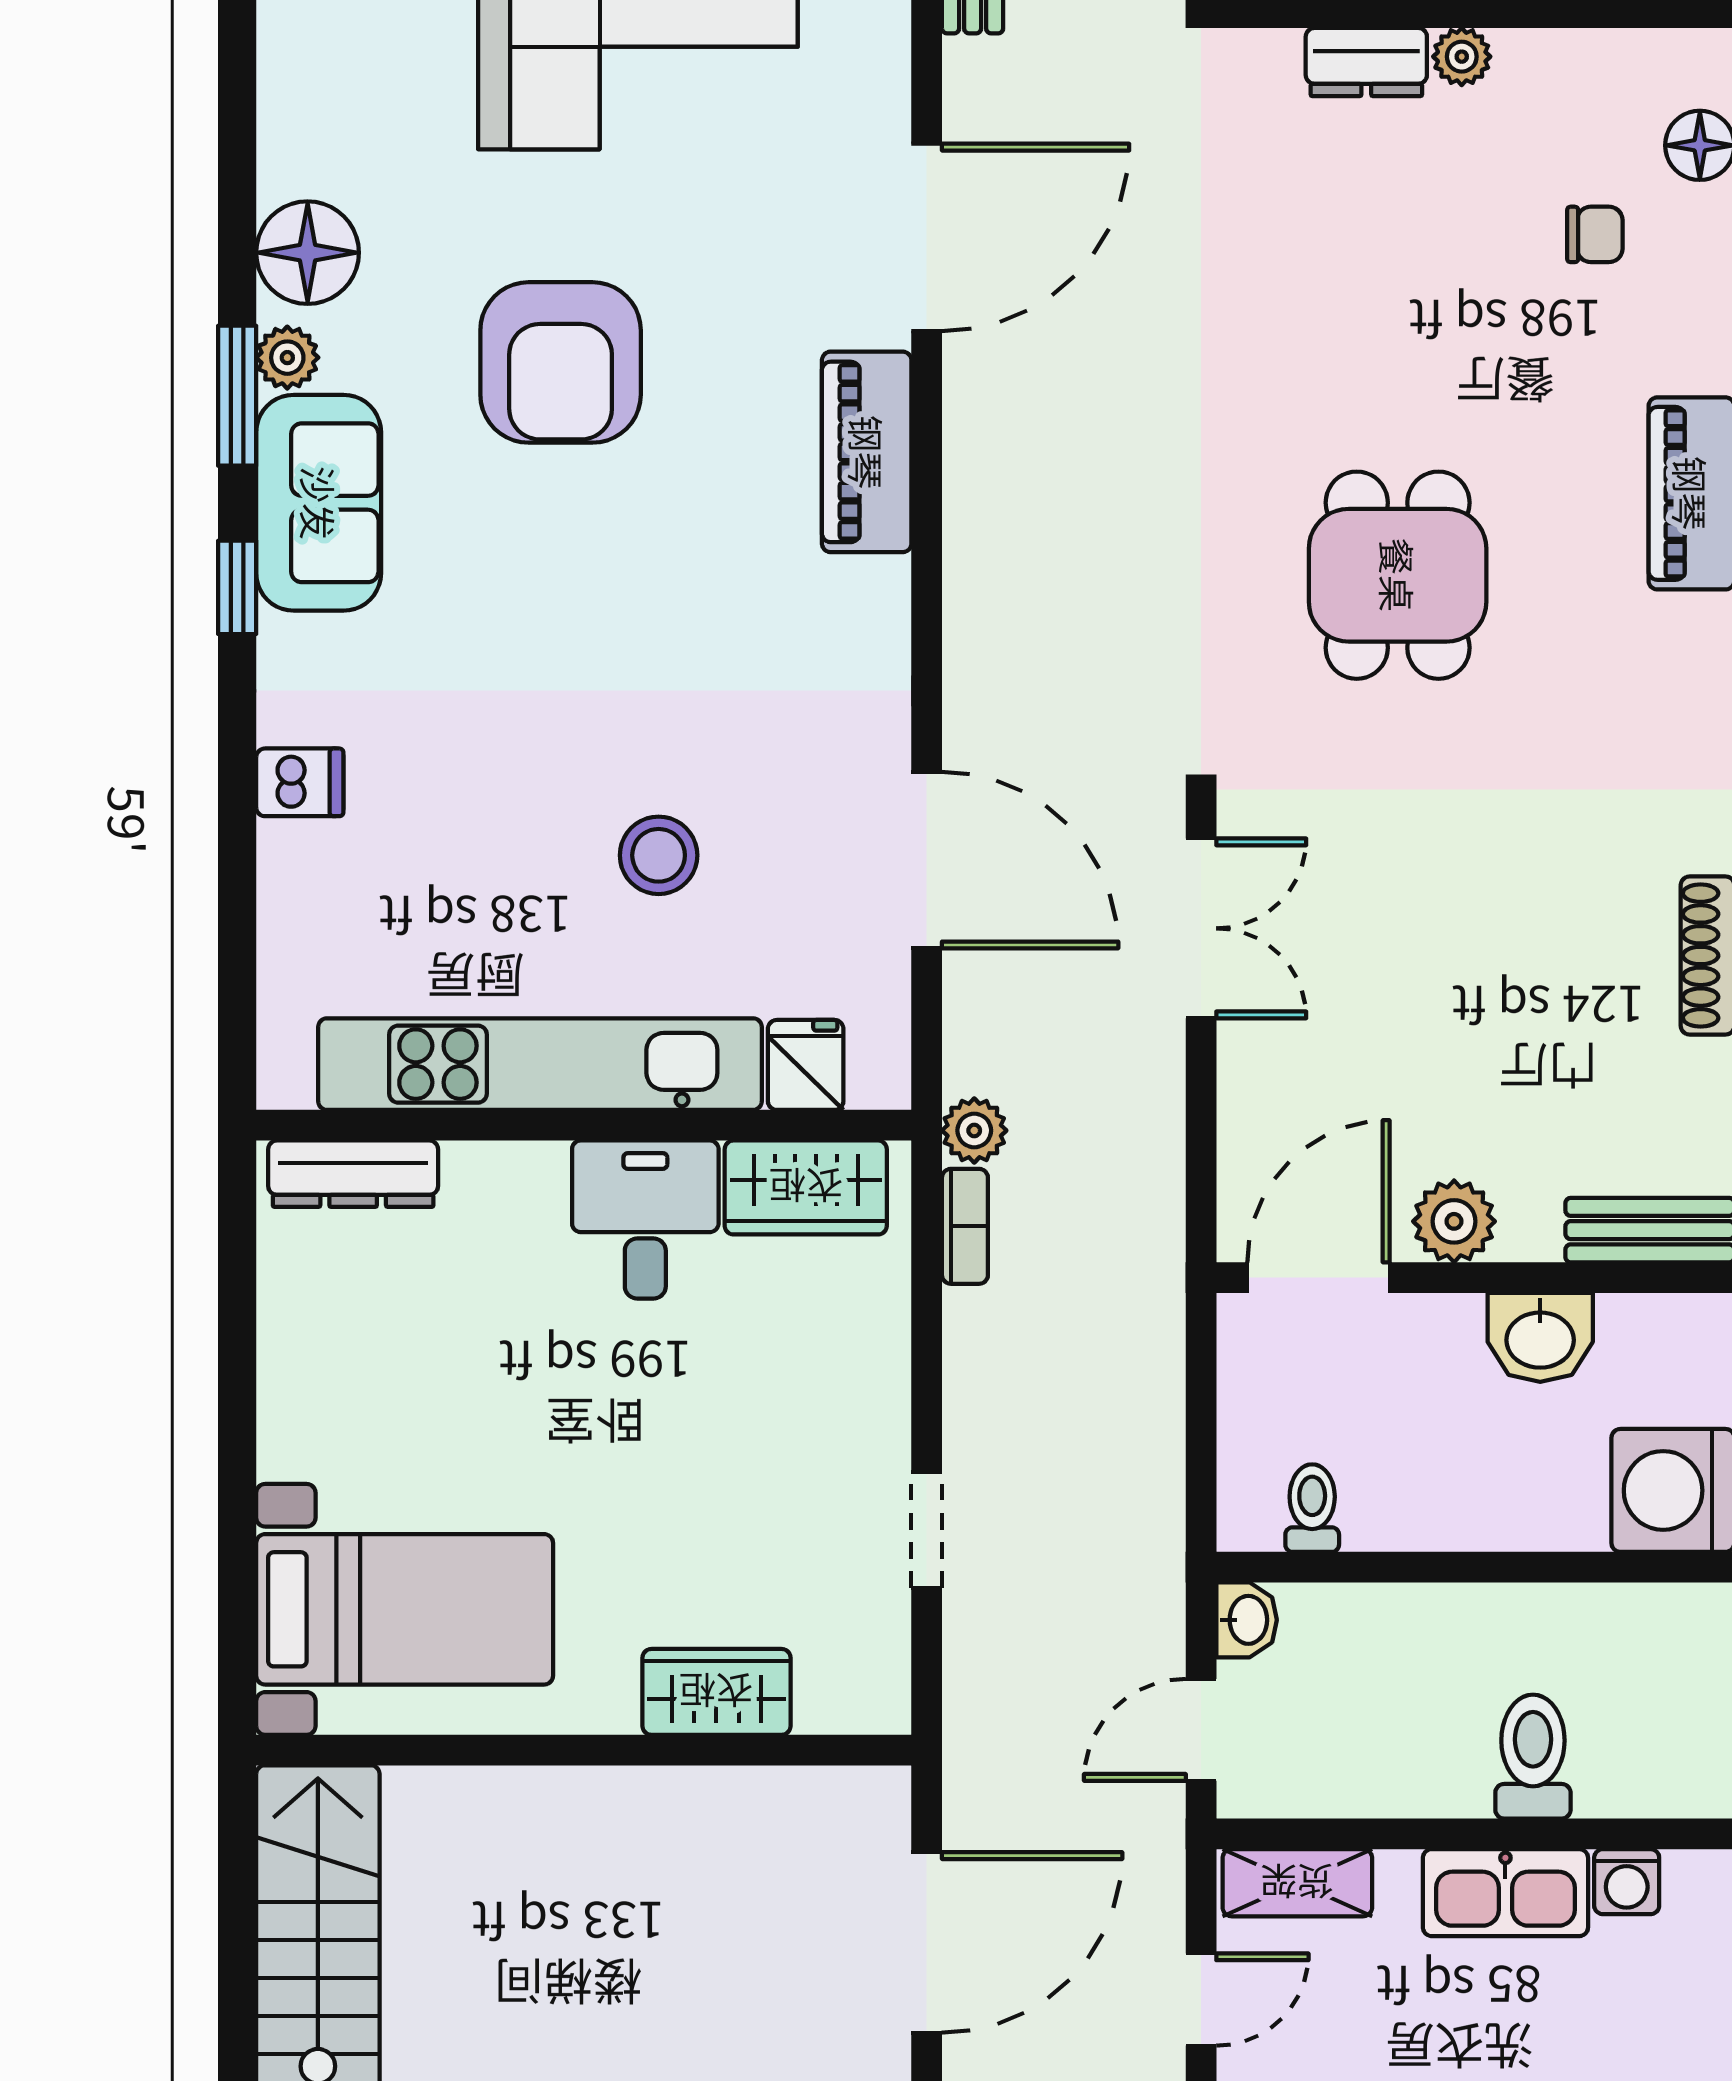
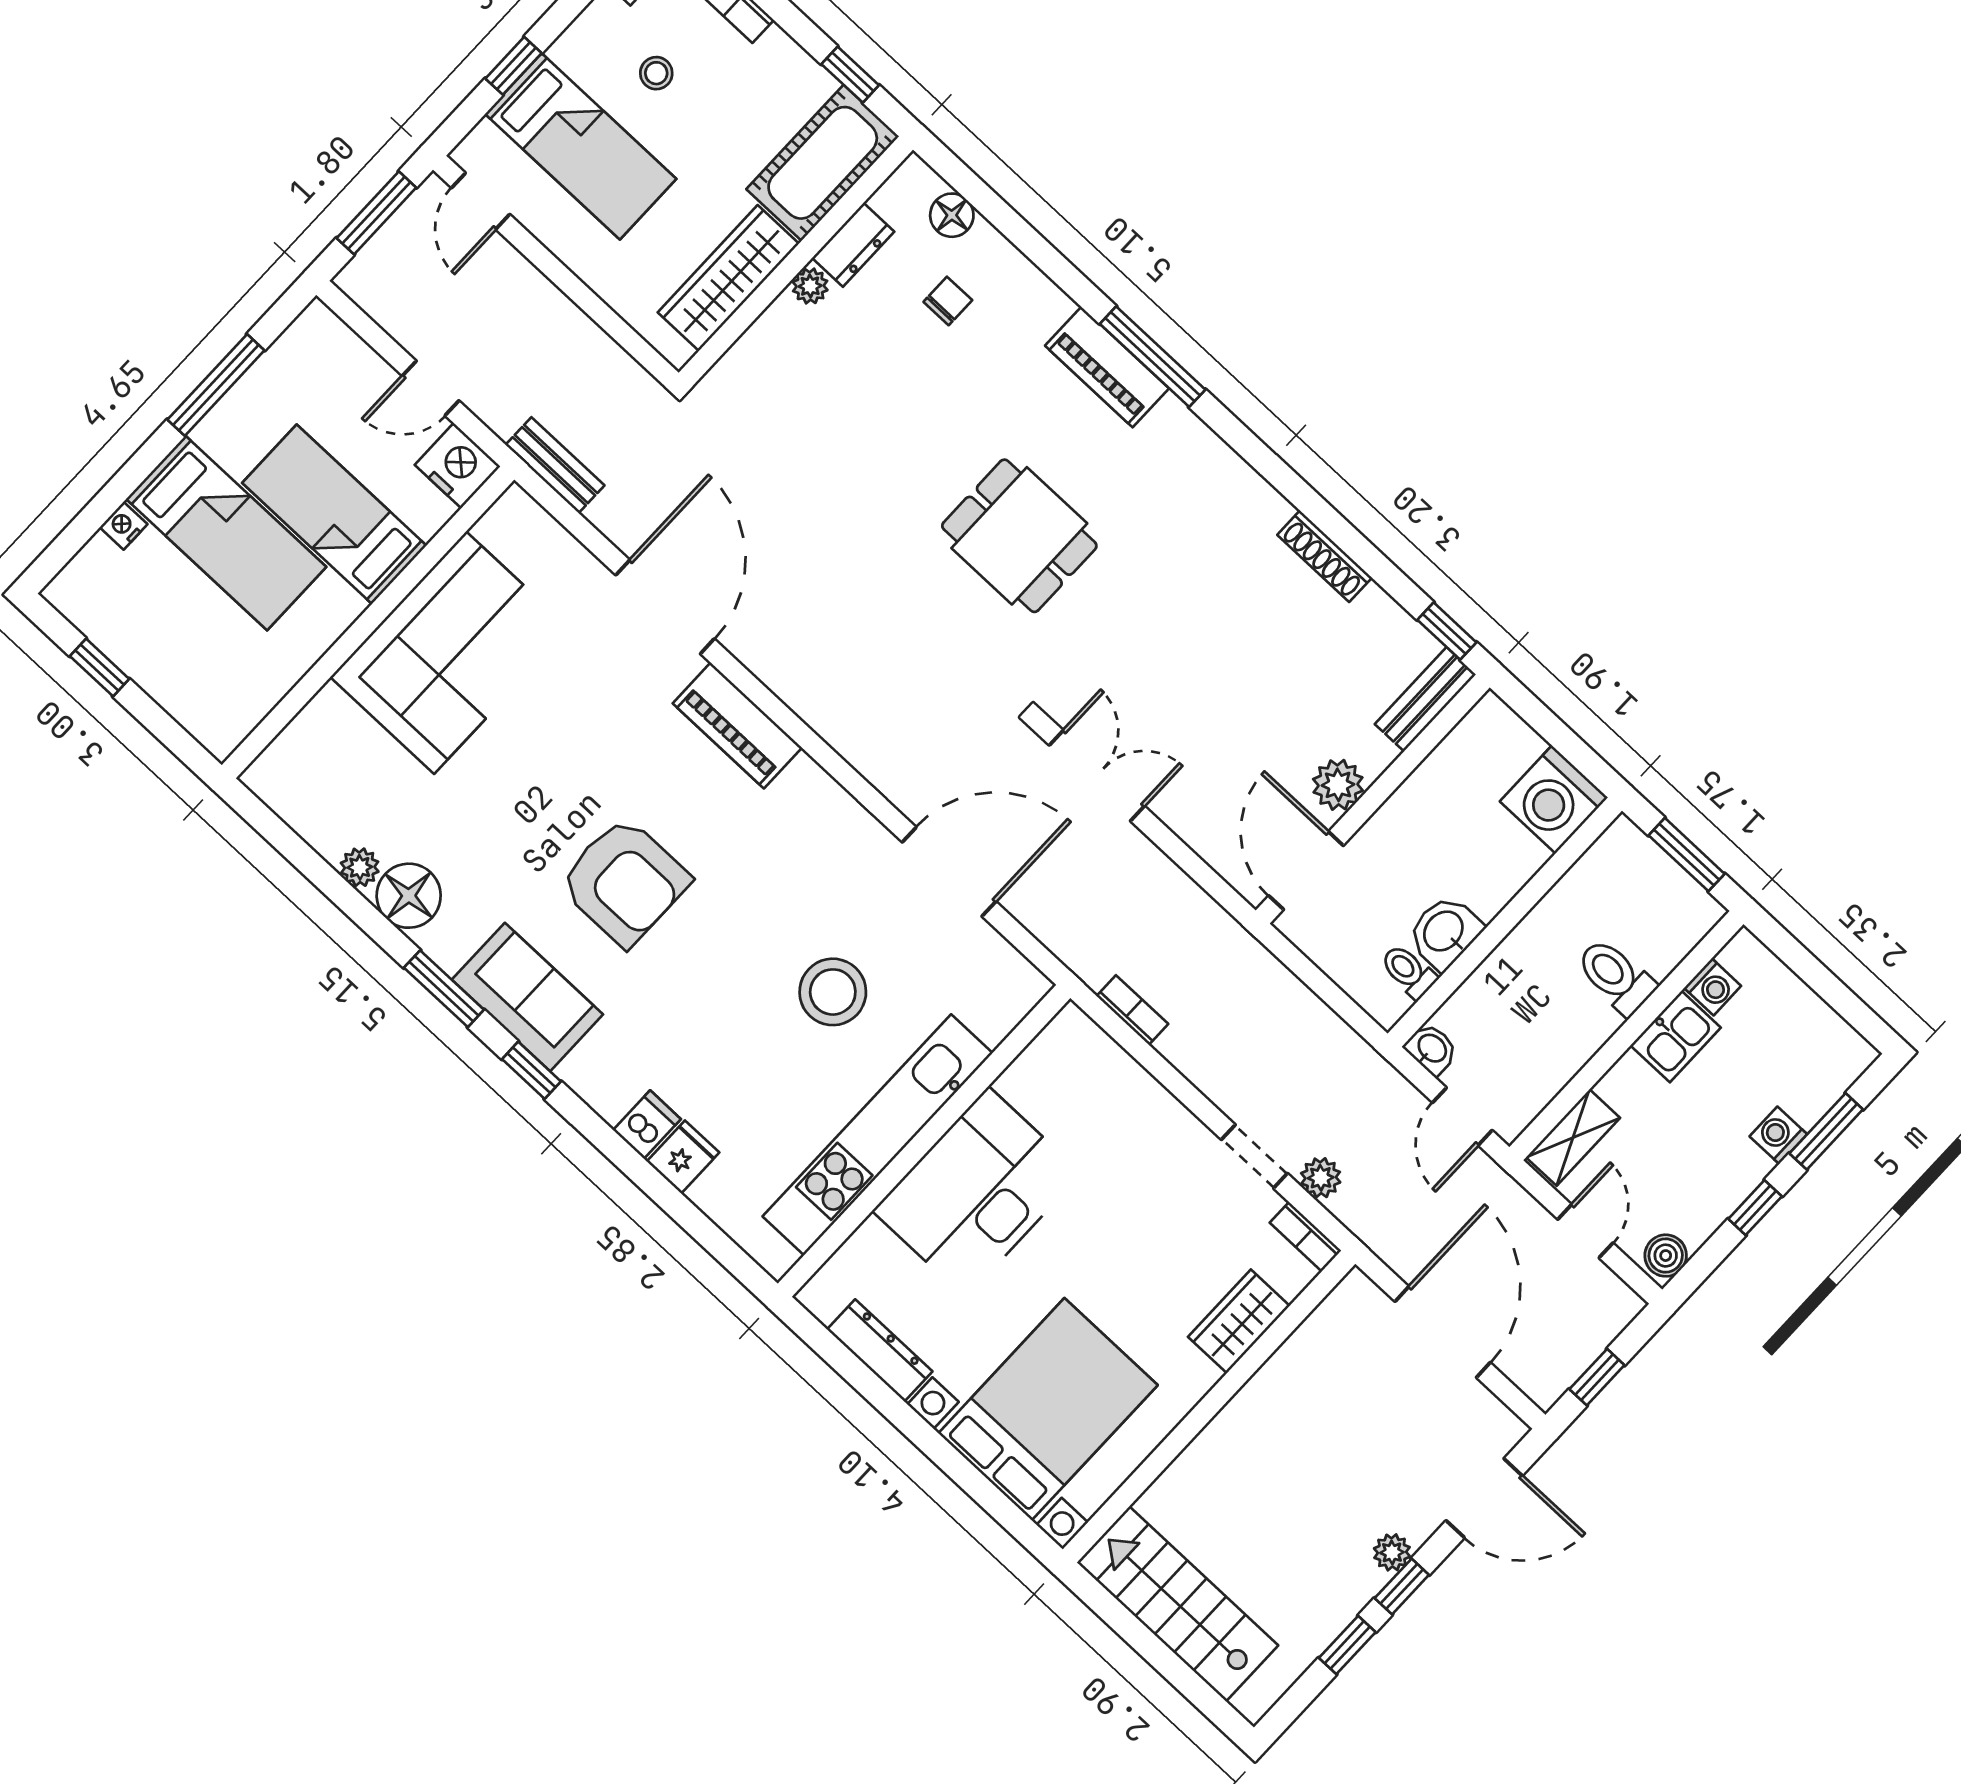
dresser: (1366, 62) -> (853, 245), moved
plant: (287, 358) -> (360, 867), moved
armchair: (561, 362) -> (624, 882), moved
stool: (659, 855) -> (833, 992), width x1.38, depth x1.38
fridge: (806, 1065) -> (683, 1157), moved, turned 90
plant: (974, 1130) -> (1321, 1178), moved
dresser: (353, 1174) -> (880, 1350), moved, turned -90
wardrobe: (806, 1187) -> (1047, 1066), removed
desk: (645, 1219) -> (977, 1192), width x1.87, depth x1.30
washbasin: (1540, 1337) -> (1445, 932), moved, turned 180
bed with nightstands: (405, 1609) -> (1048, 1409), width x1.36
bookcase: (889, 1677) -> (1305, 1237), added
kitchen sink: (1505, 1893) -> (1676, 1037), width x0.73

